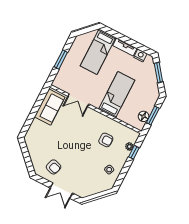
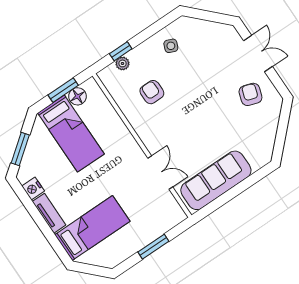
bed: (117, 95) -> (71, 133), moved, turned -90
sofa: (50, 107) -> (216, 180), width x1.36

